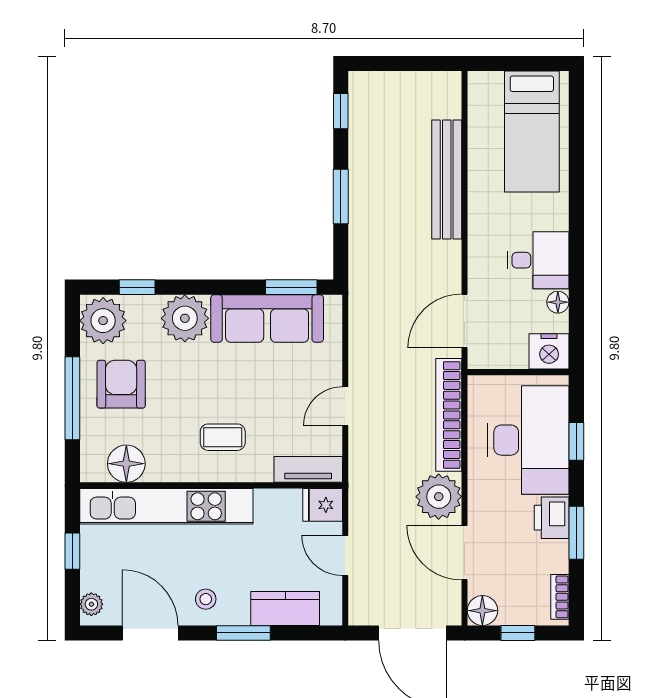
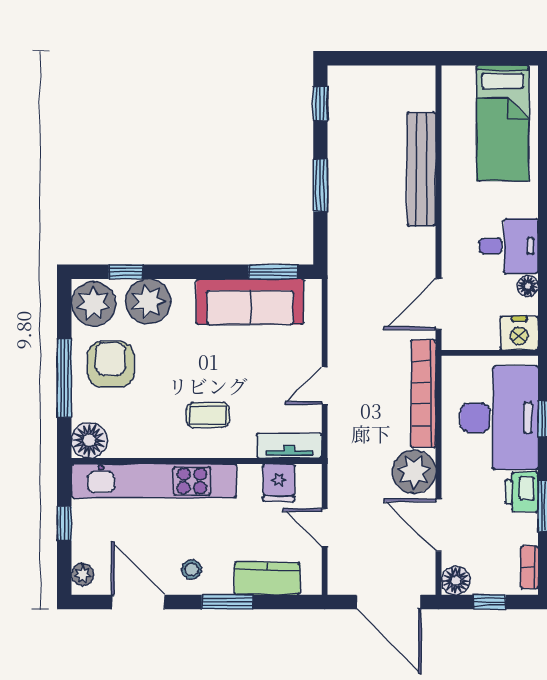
plant: (185, 318) -> (148, 301), moved
floor lamp: (126, 464) -> (89, 440), moved
fridge: (323, 505) -> (279, 483), moved, turned -90

